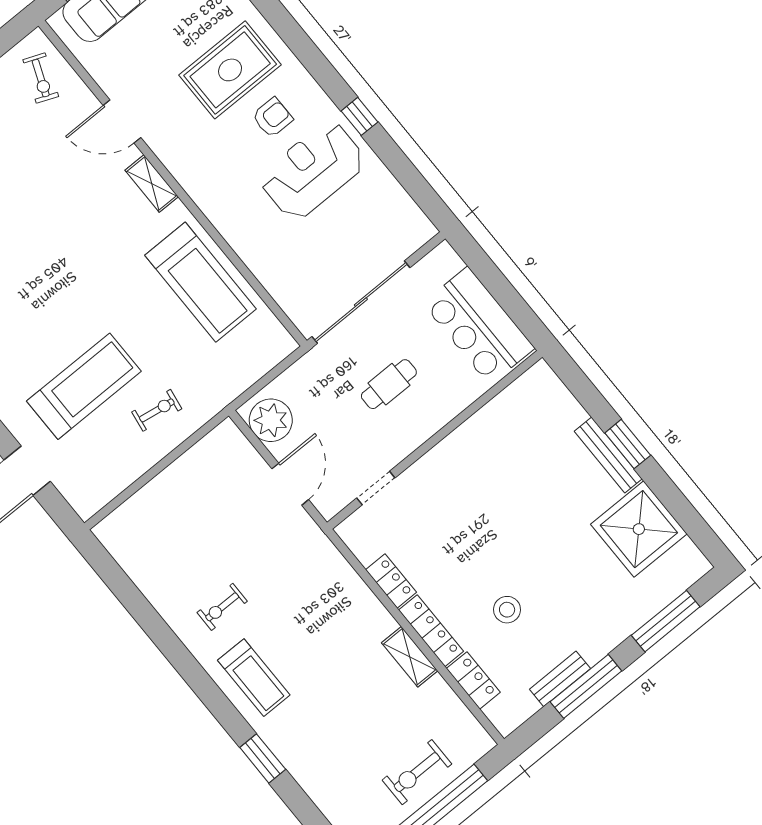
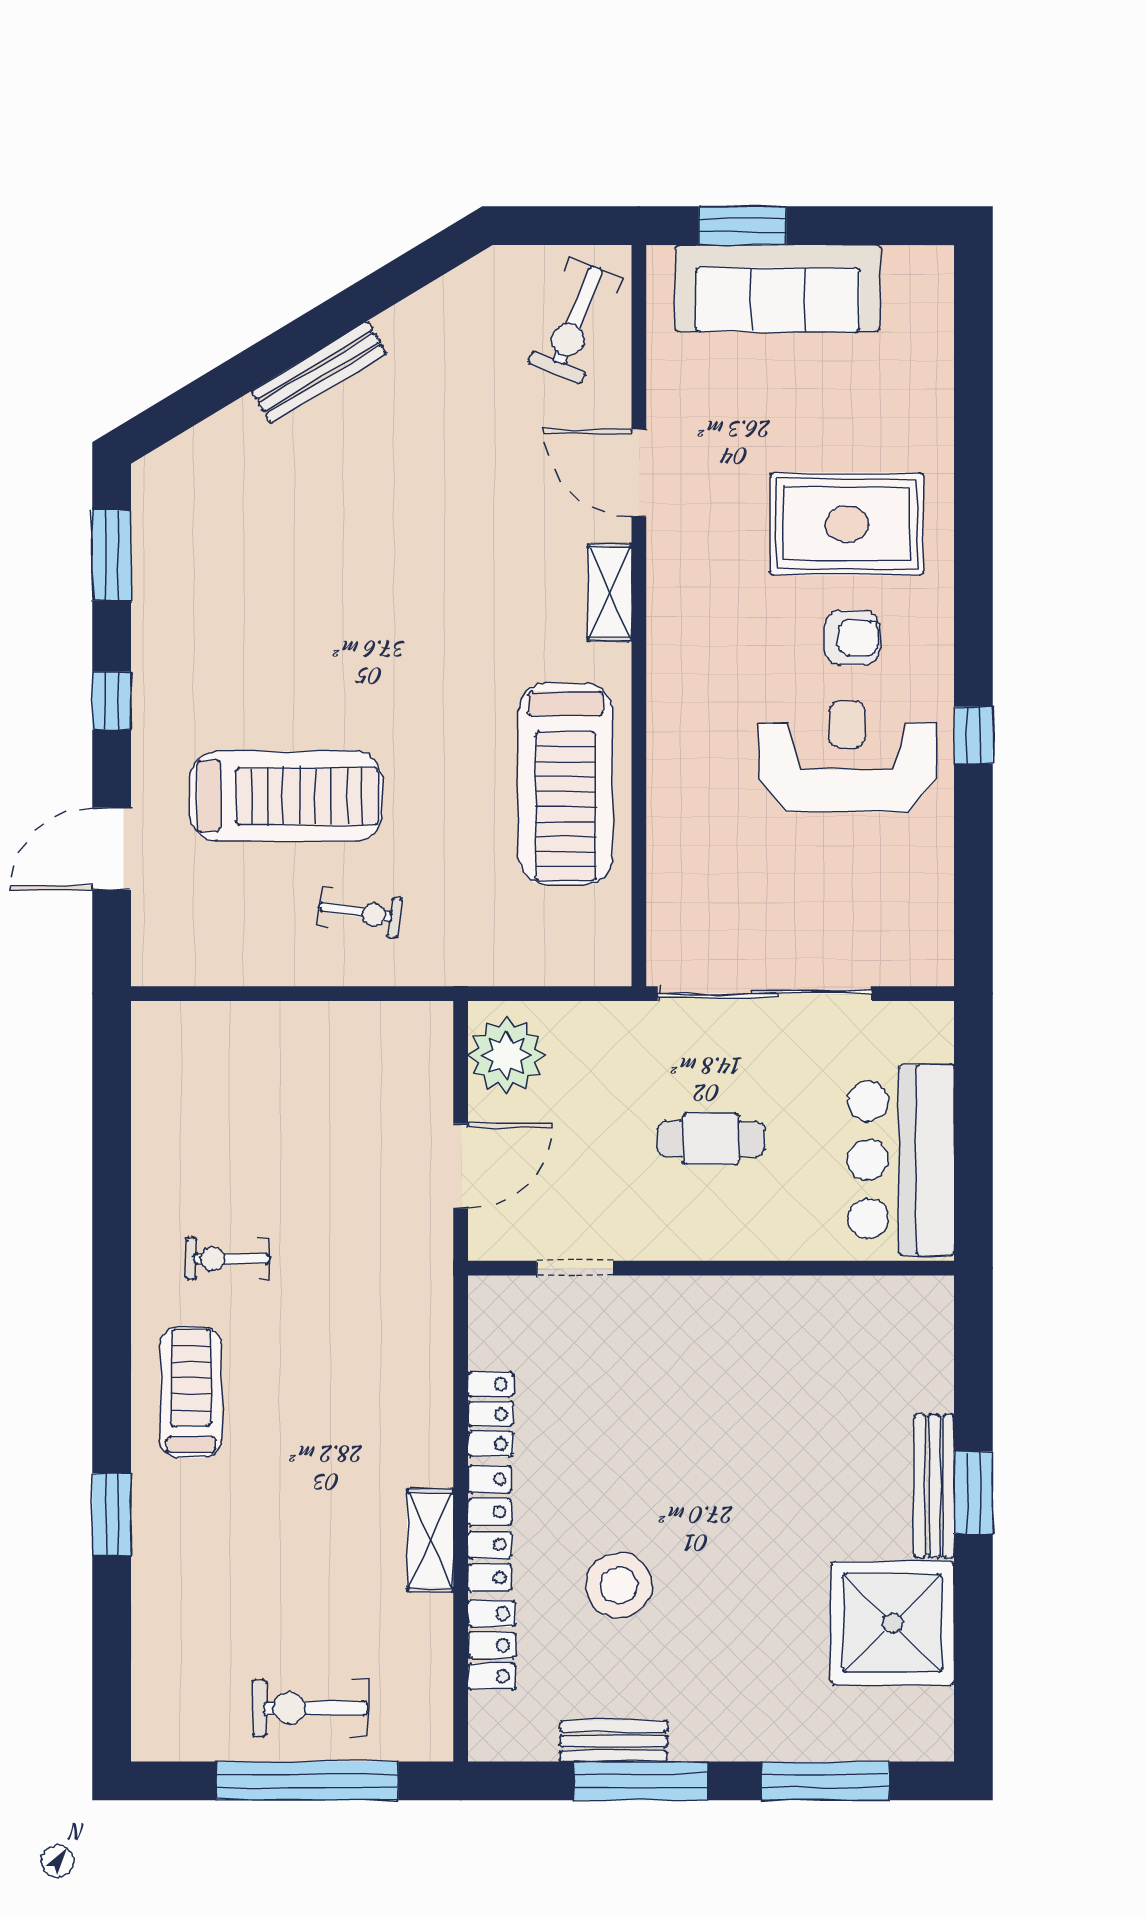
exercise bike: (41, 78) -> (575, 321), width x1.38, depth x1.39
stool: (507, 610) -> (619, 1585), width x1.38, depth x1.38
treadmill: (254, 678) -> (191, 1392), turned 180

